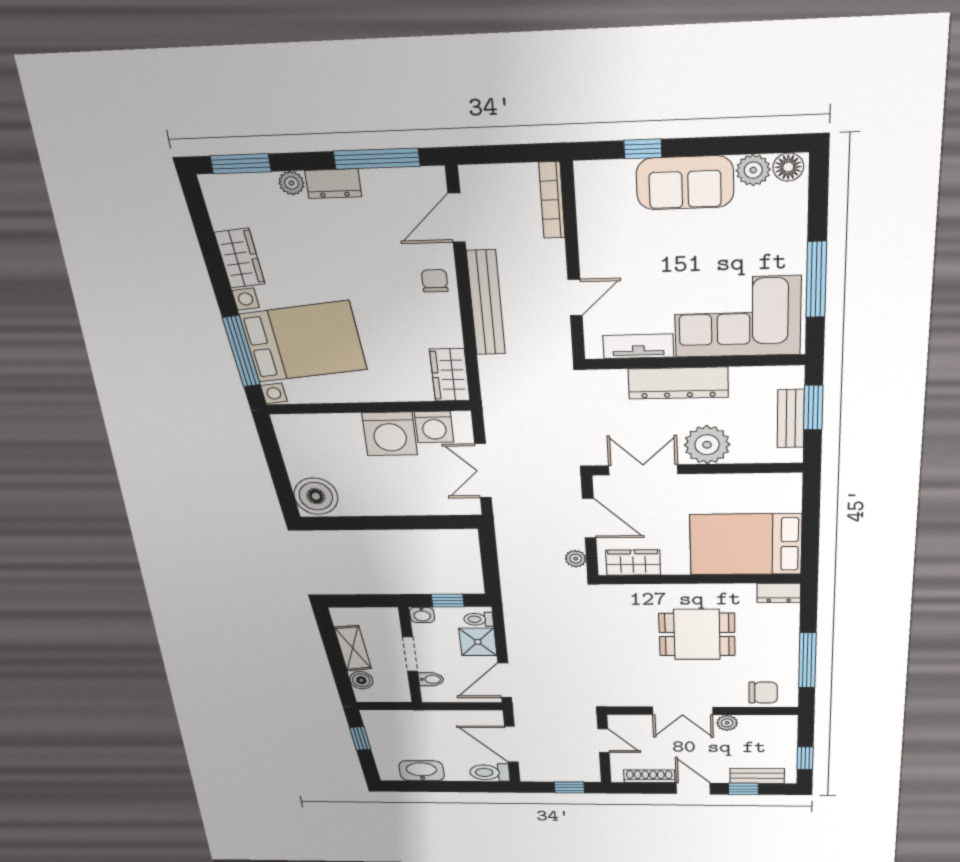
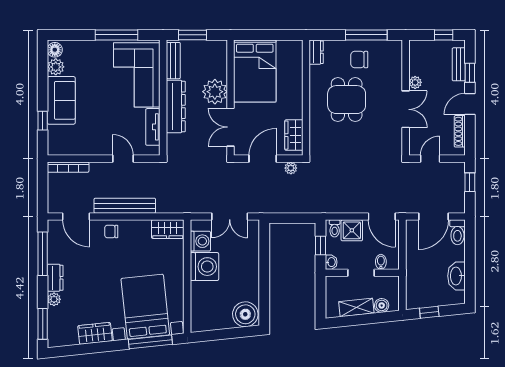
bench: (791, 419) -> (173, 61), moved, turned 90
bed: (746, 544) -> (255, 71), moved
chair: (763, 693) -> (359, 60), moved, turned -90

